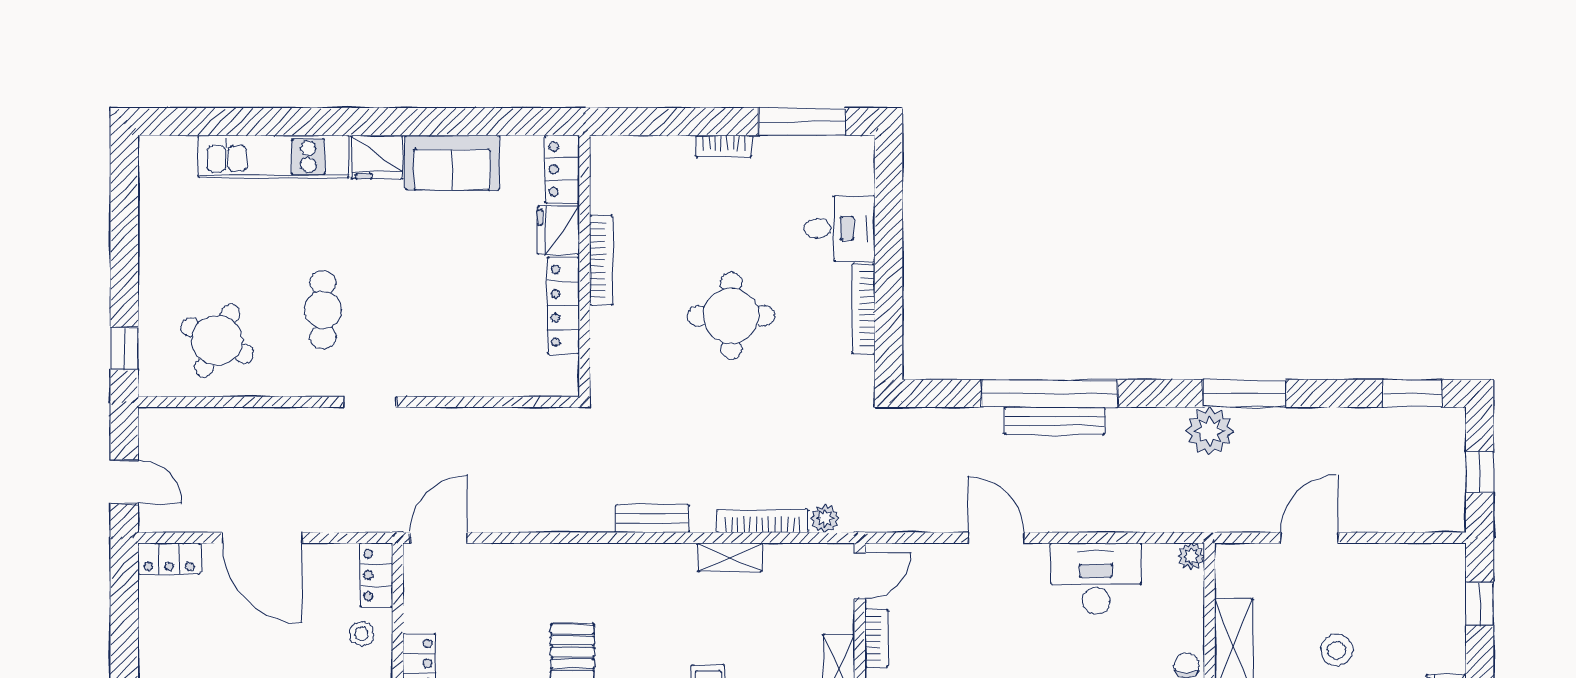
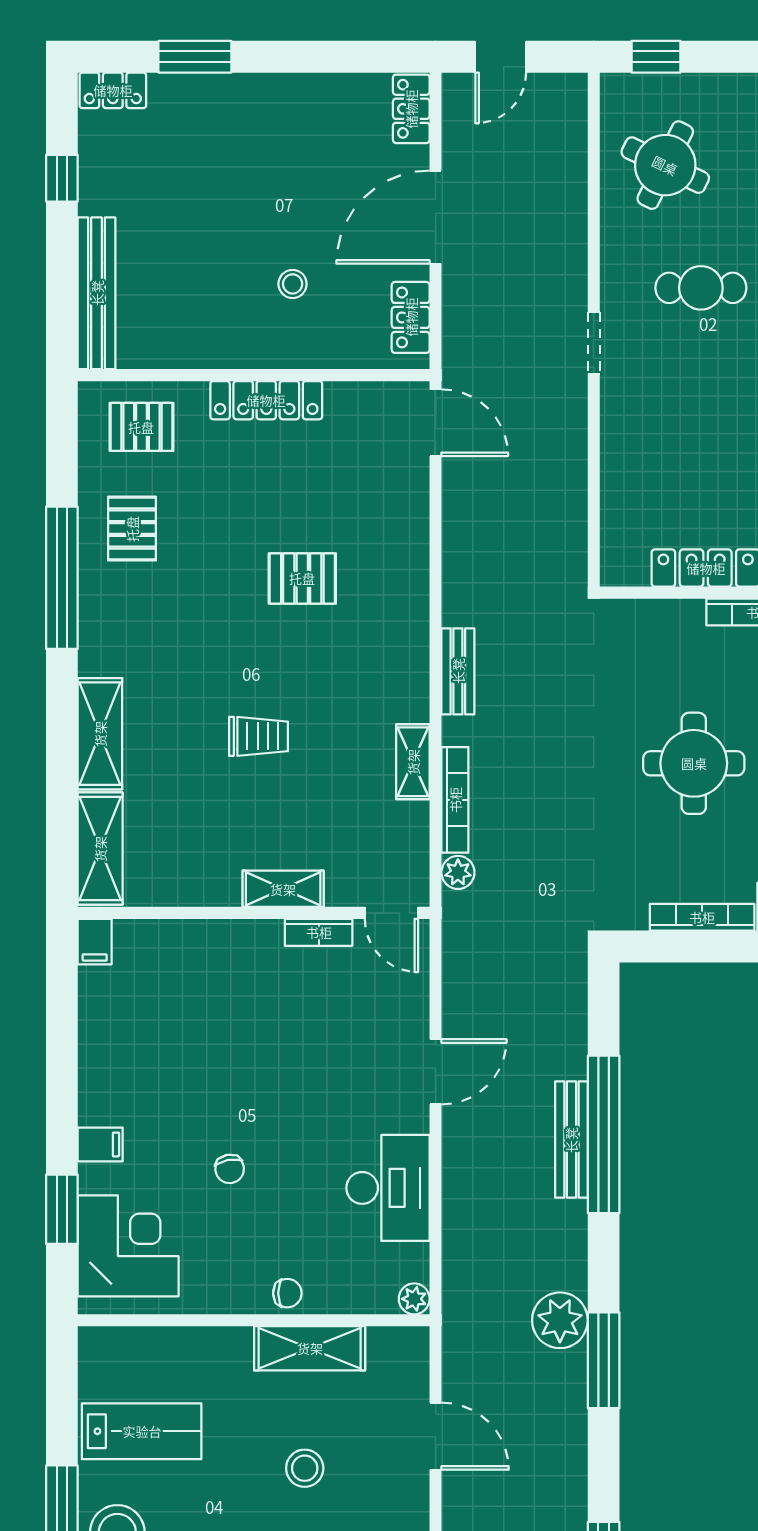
locker: (376, 575) -> (411, 317), moved, turned -90
stool: (362, 634) -> (293, 284), moved

